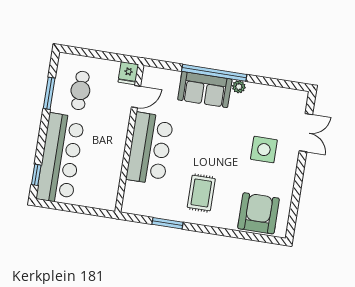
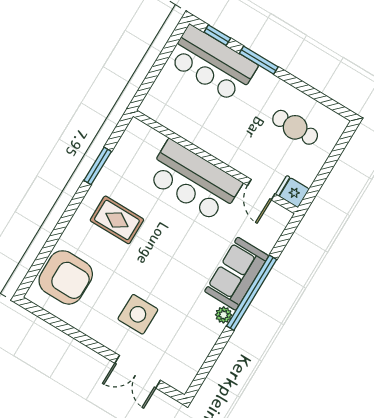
window: (49, 93) -> (259, 60), moved
bar counter: (60, 158) -> (212, 64), width x0.73

